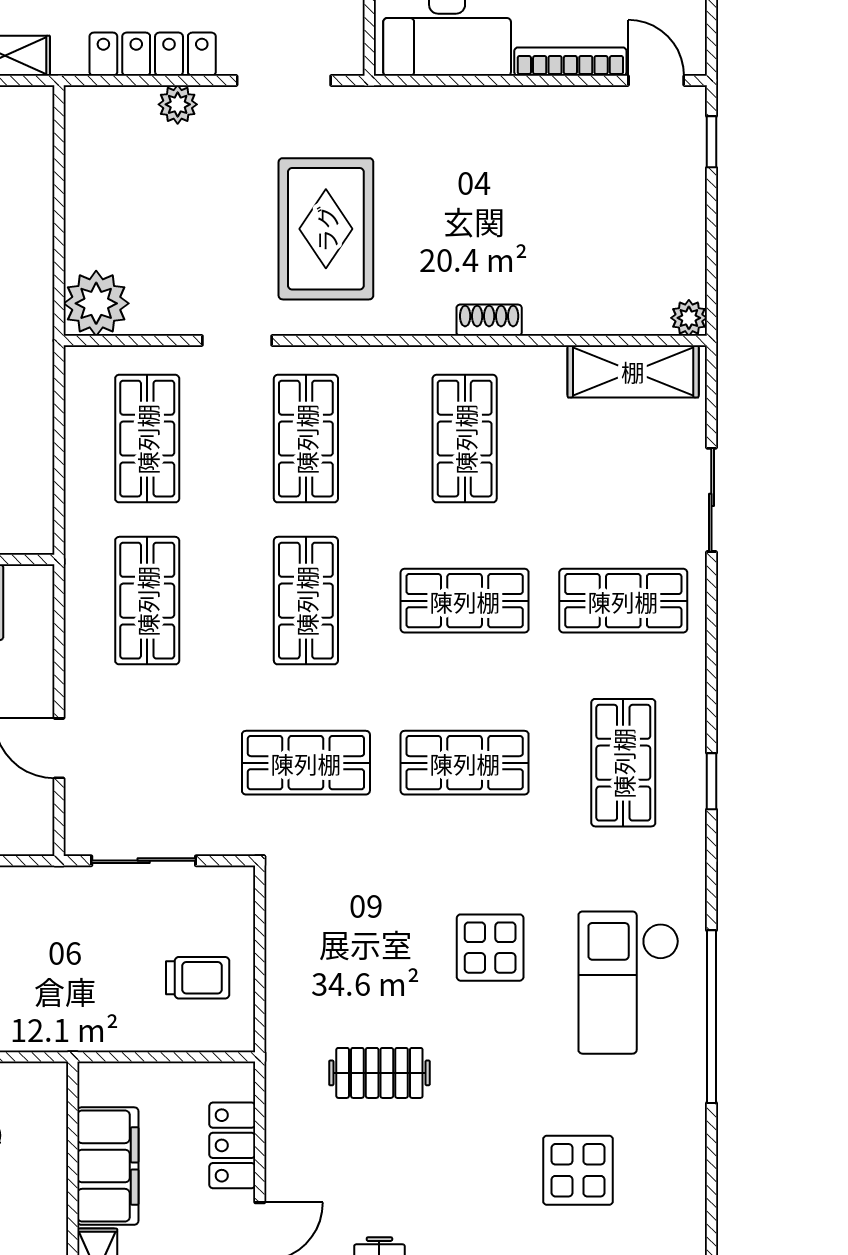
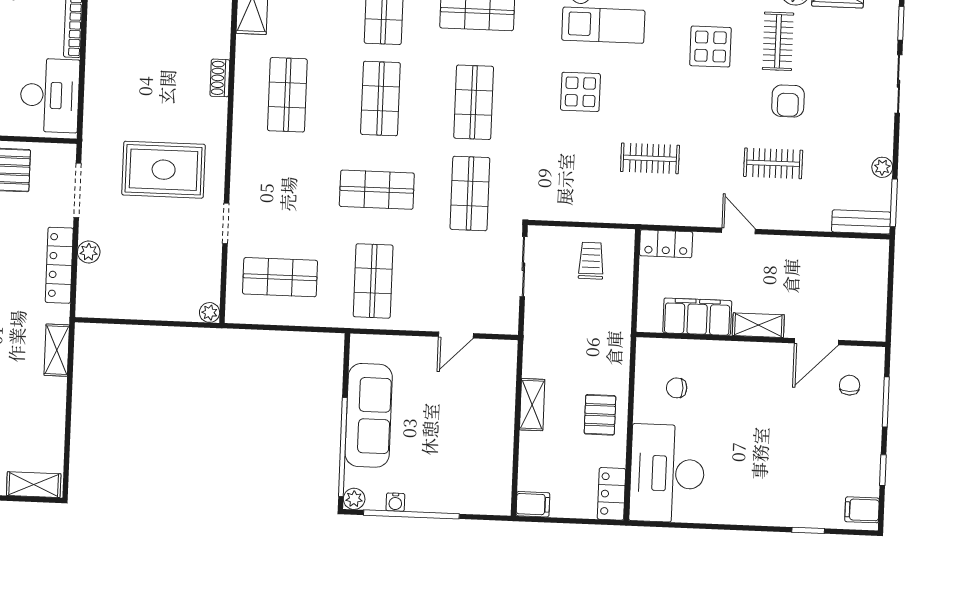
plant: (96, 303) -> (210, 312), width x0.53, depth x0.53
shop shelf: (306, 439) -> (284, 186), removed
shop shelf: (465, 439) -> (287, 95), turned 90
shop shelf: (147, 601) -> (373, 281), turned 90
sliding door: (144, 861) -> (523, 267), moved
clothes rail: (379, 1073) -> (650, 158), turned 90
locker: (232, 1145) -> (666, 244), moved

